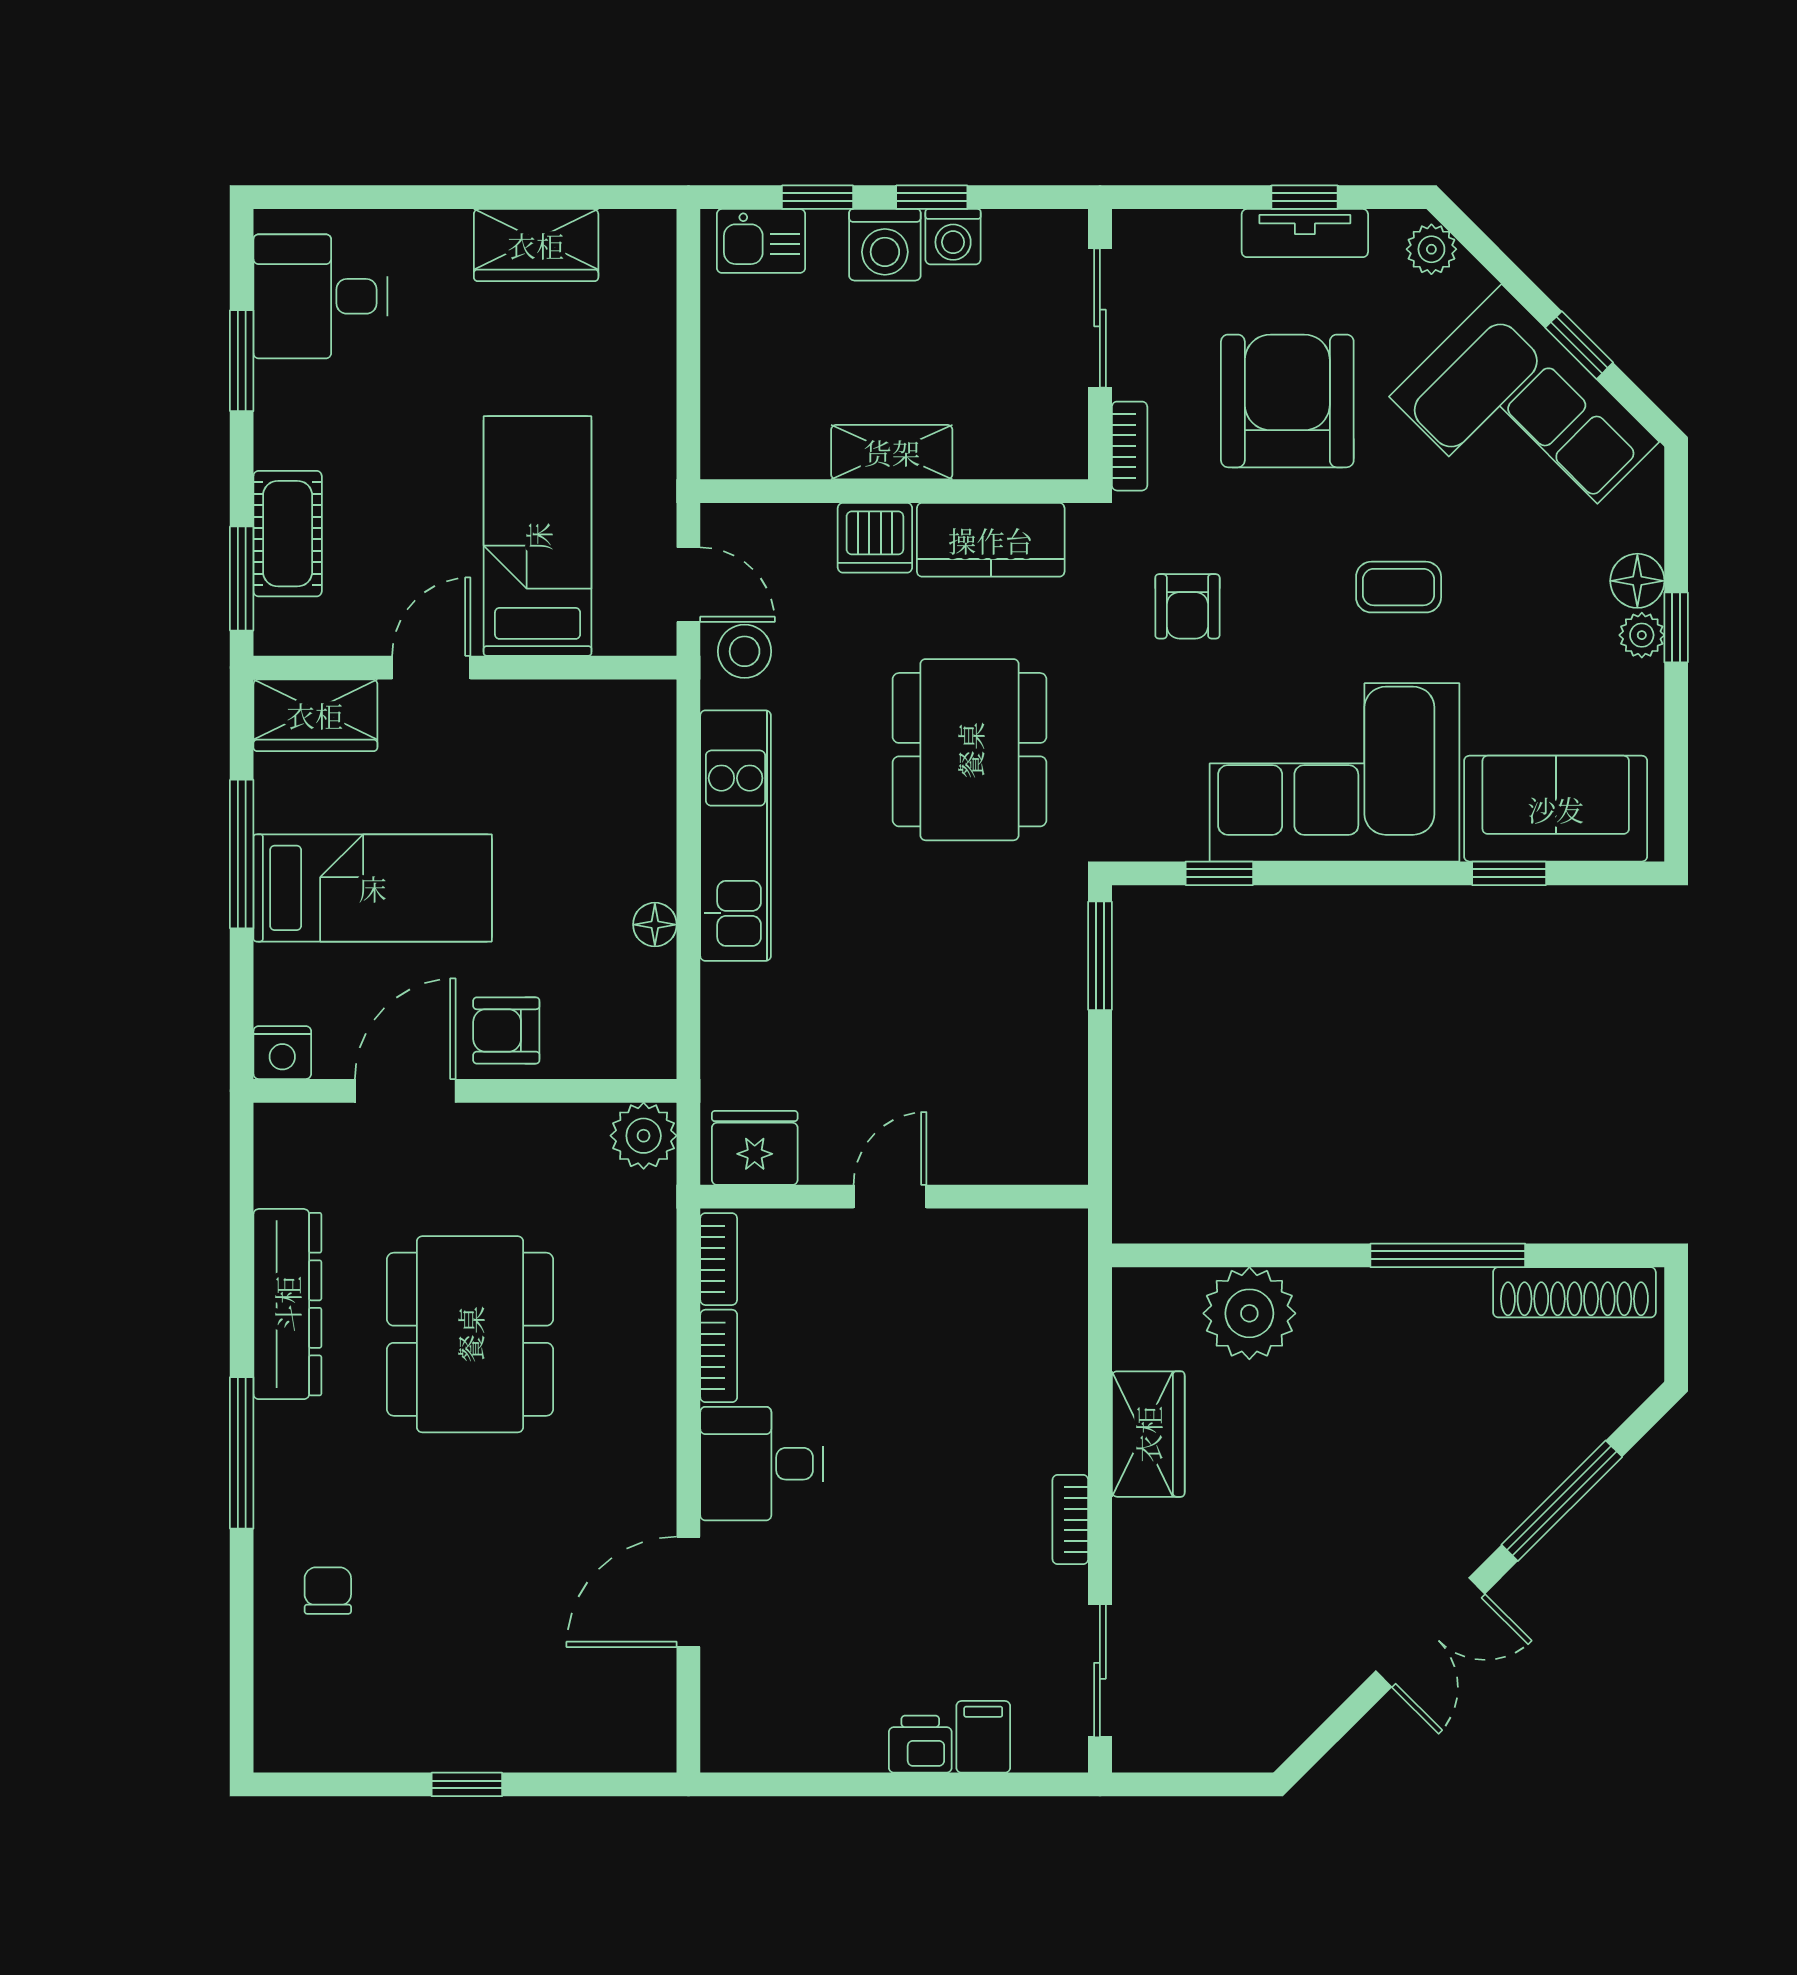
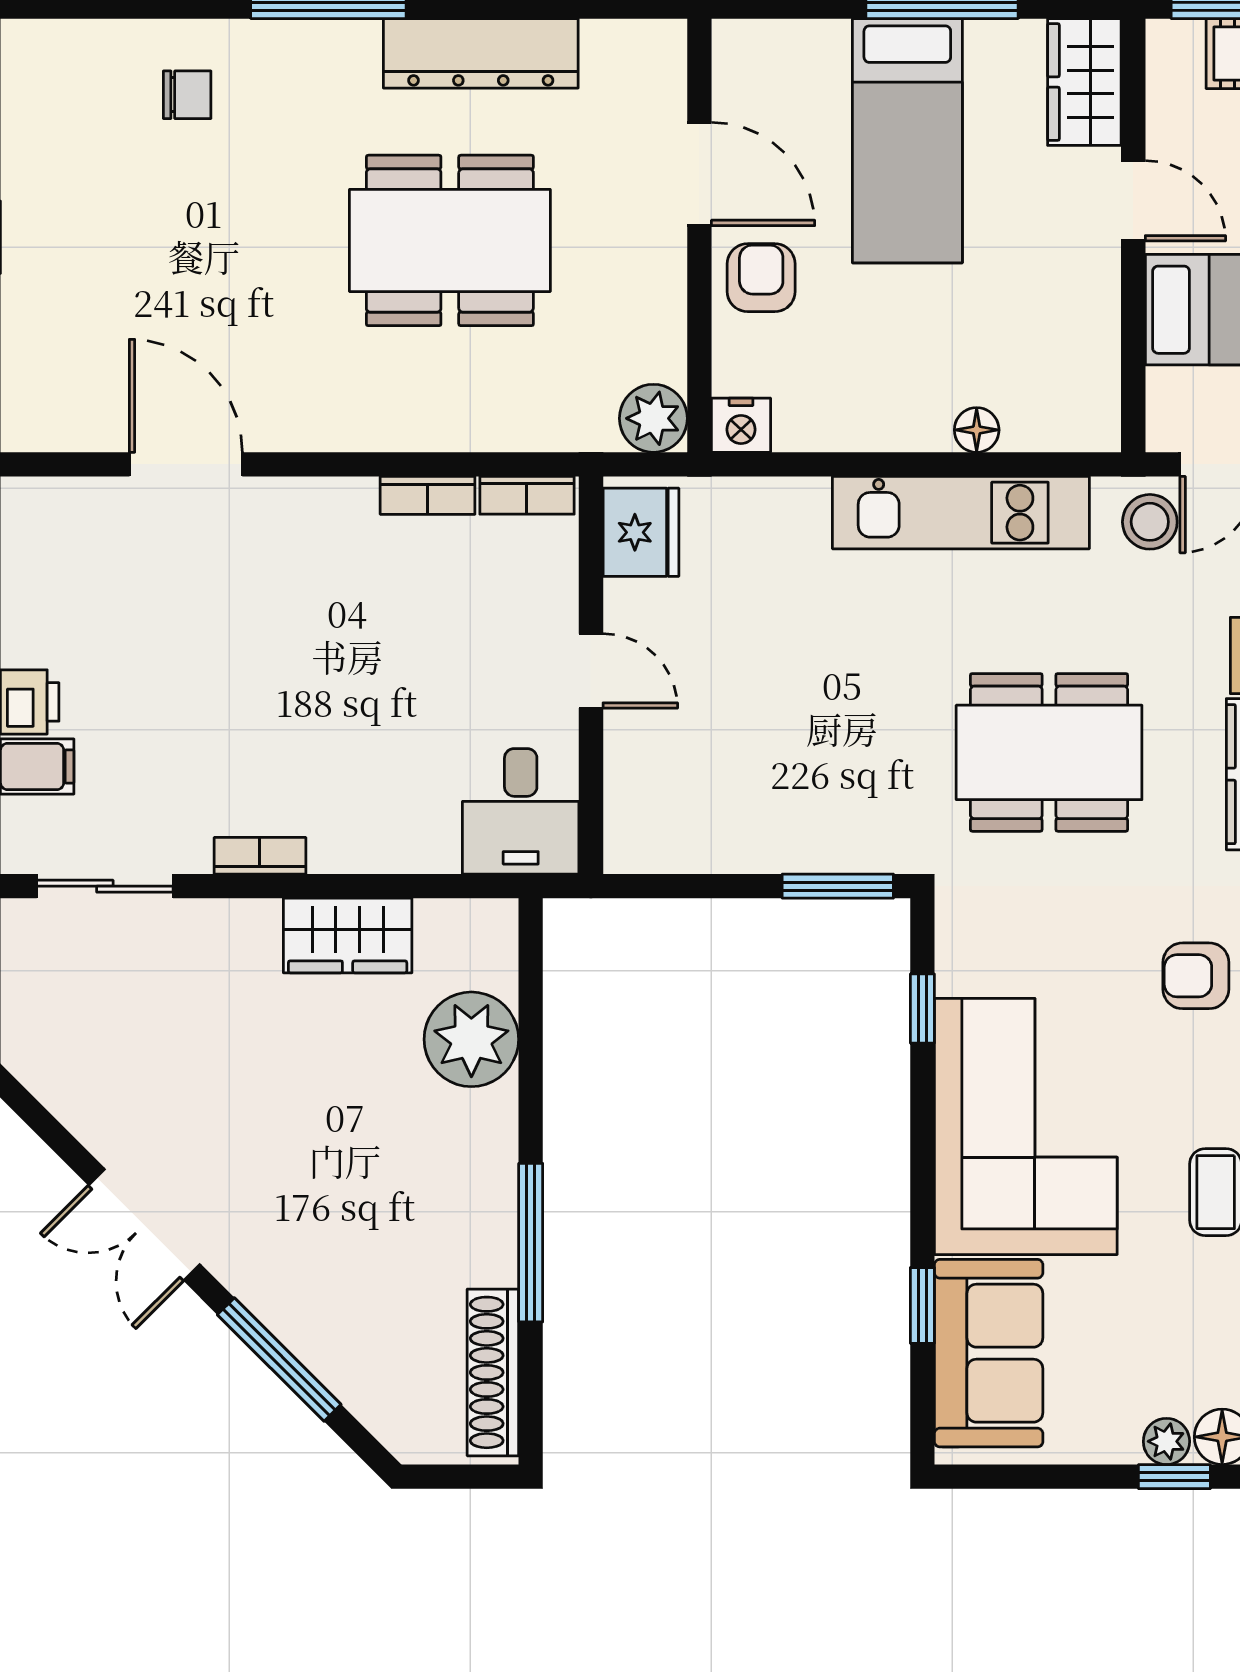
floor lamp: (655, 925) -> (977, 430), moved
nightstand: (282, 1053) -> (741, 425), moved, turned -90
desk: (761, 1464) -> (521, 811), moved, turned 180

